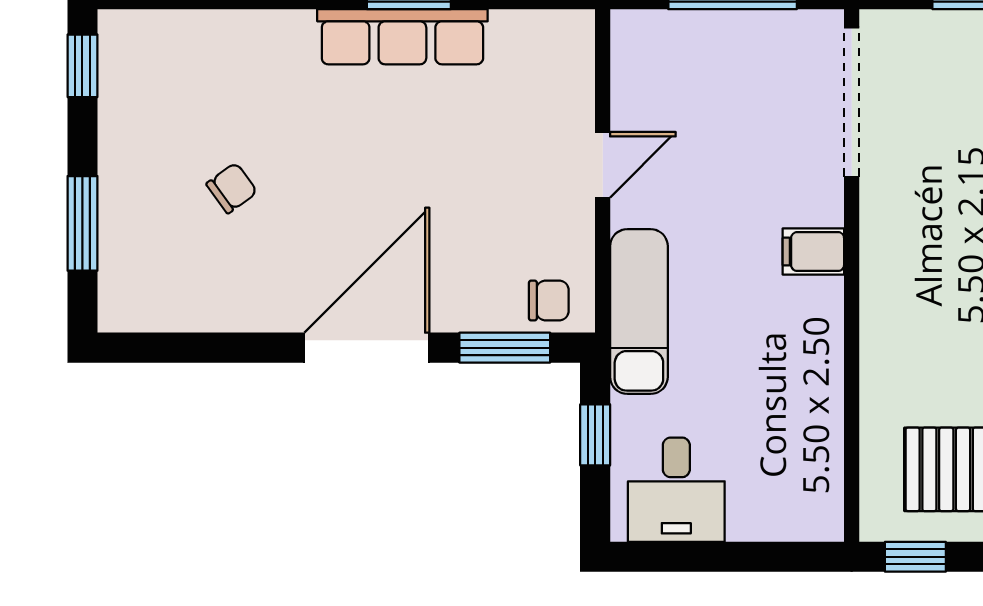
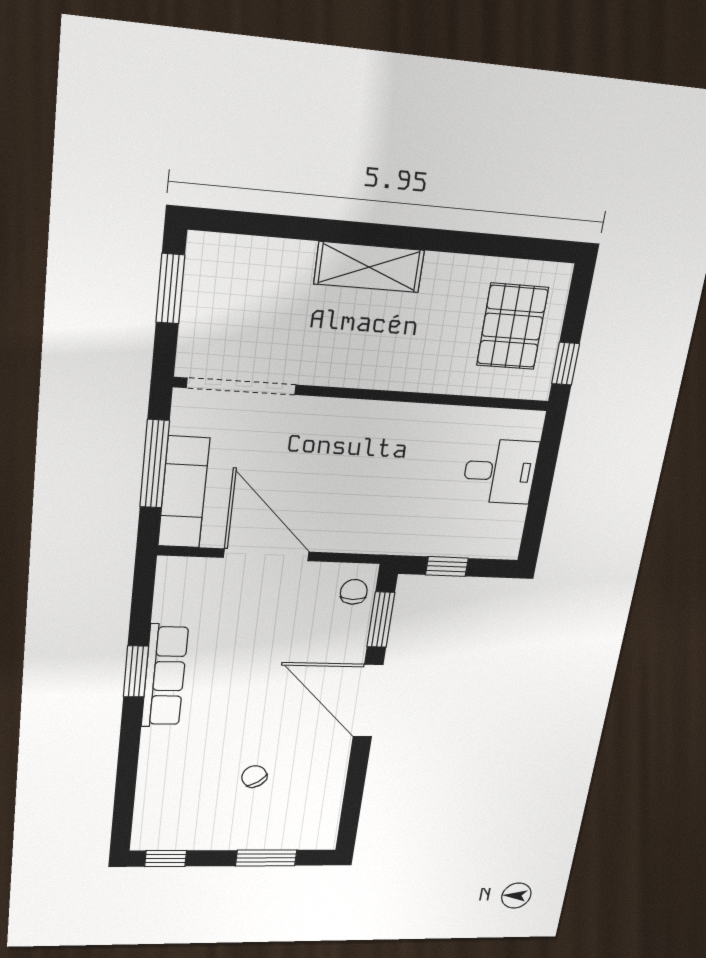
door: (603, 165) -> (266, 555), width x1.87
filing cabinet: (813, 252) -> (345, 419), removed
exam couch: (639, 312) -> (184, 492), moved, turned 90
desk: (676, 490) -> (500, 471), moved

